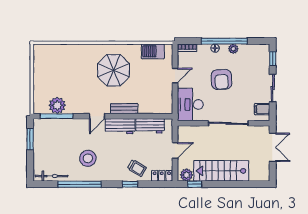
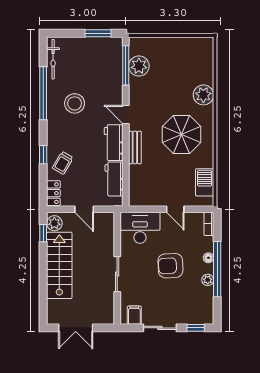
plant: (81, 52) -> (203, 95), added
sliding door: (228, 123) -> (117, 274), width x0.73
double door: (273, 147) -> (76, 328), moved

